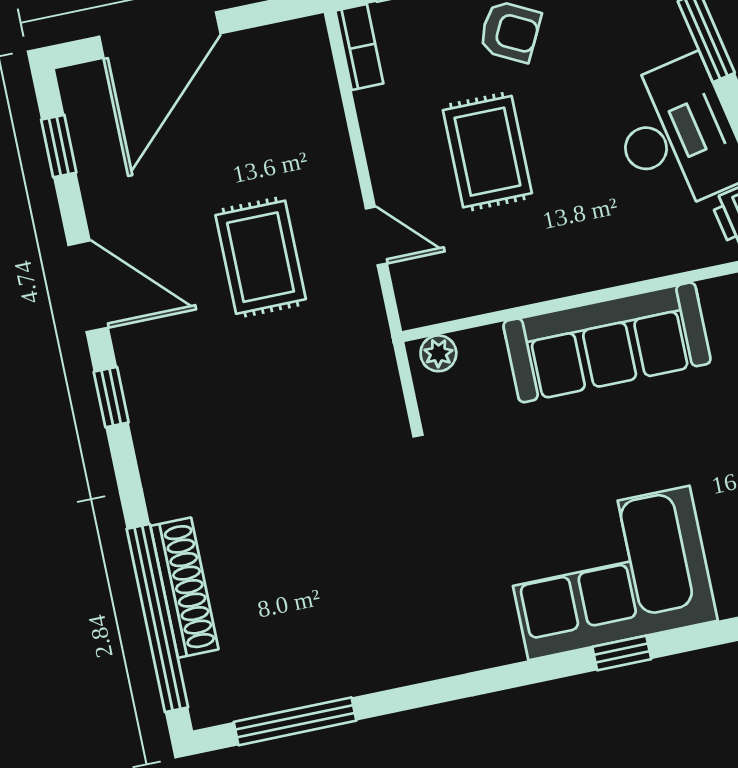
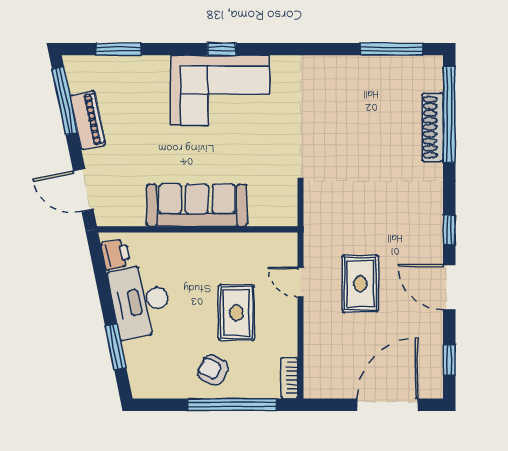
plant: (438, 353) -> (282, 217), removed

